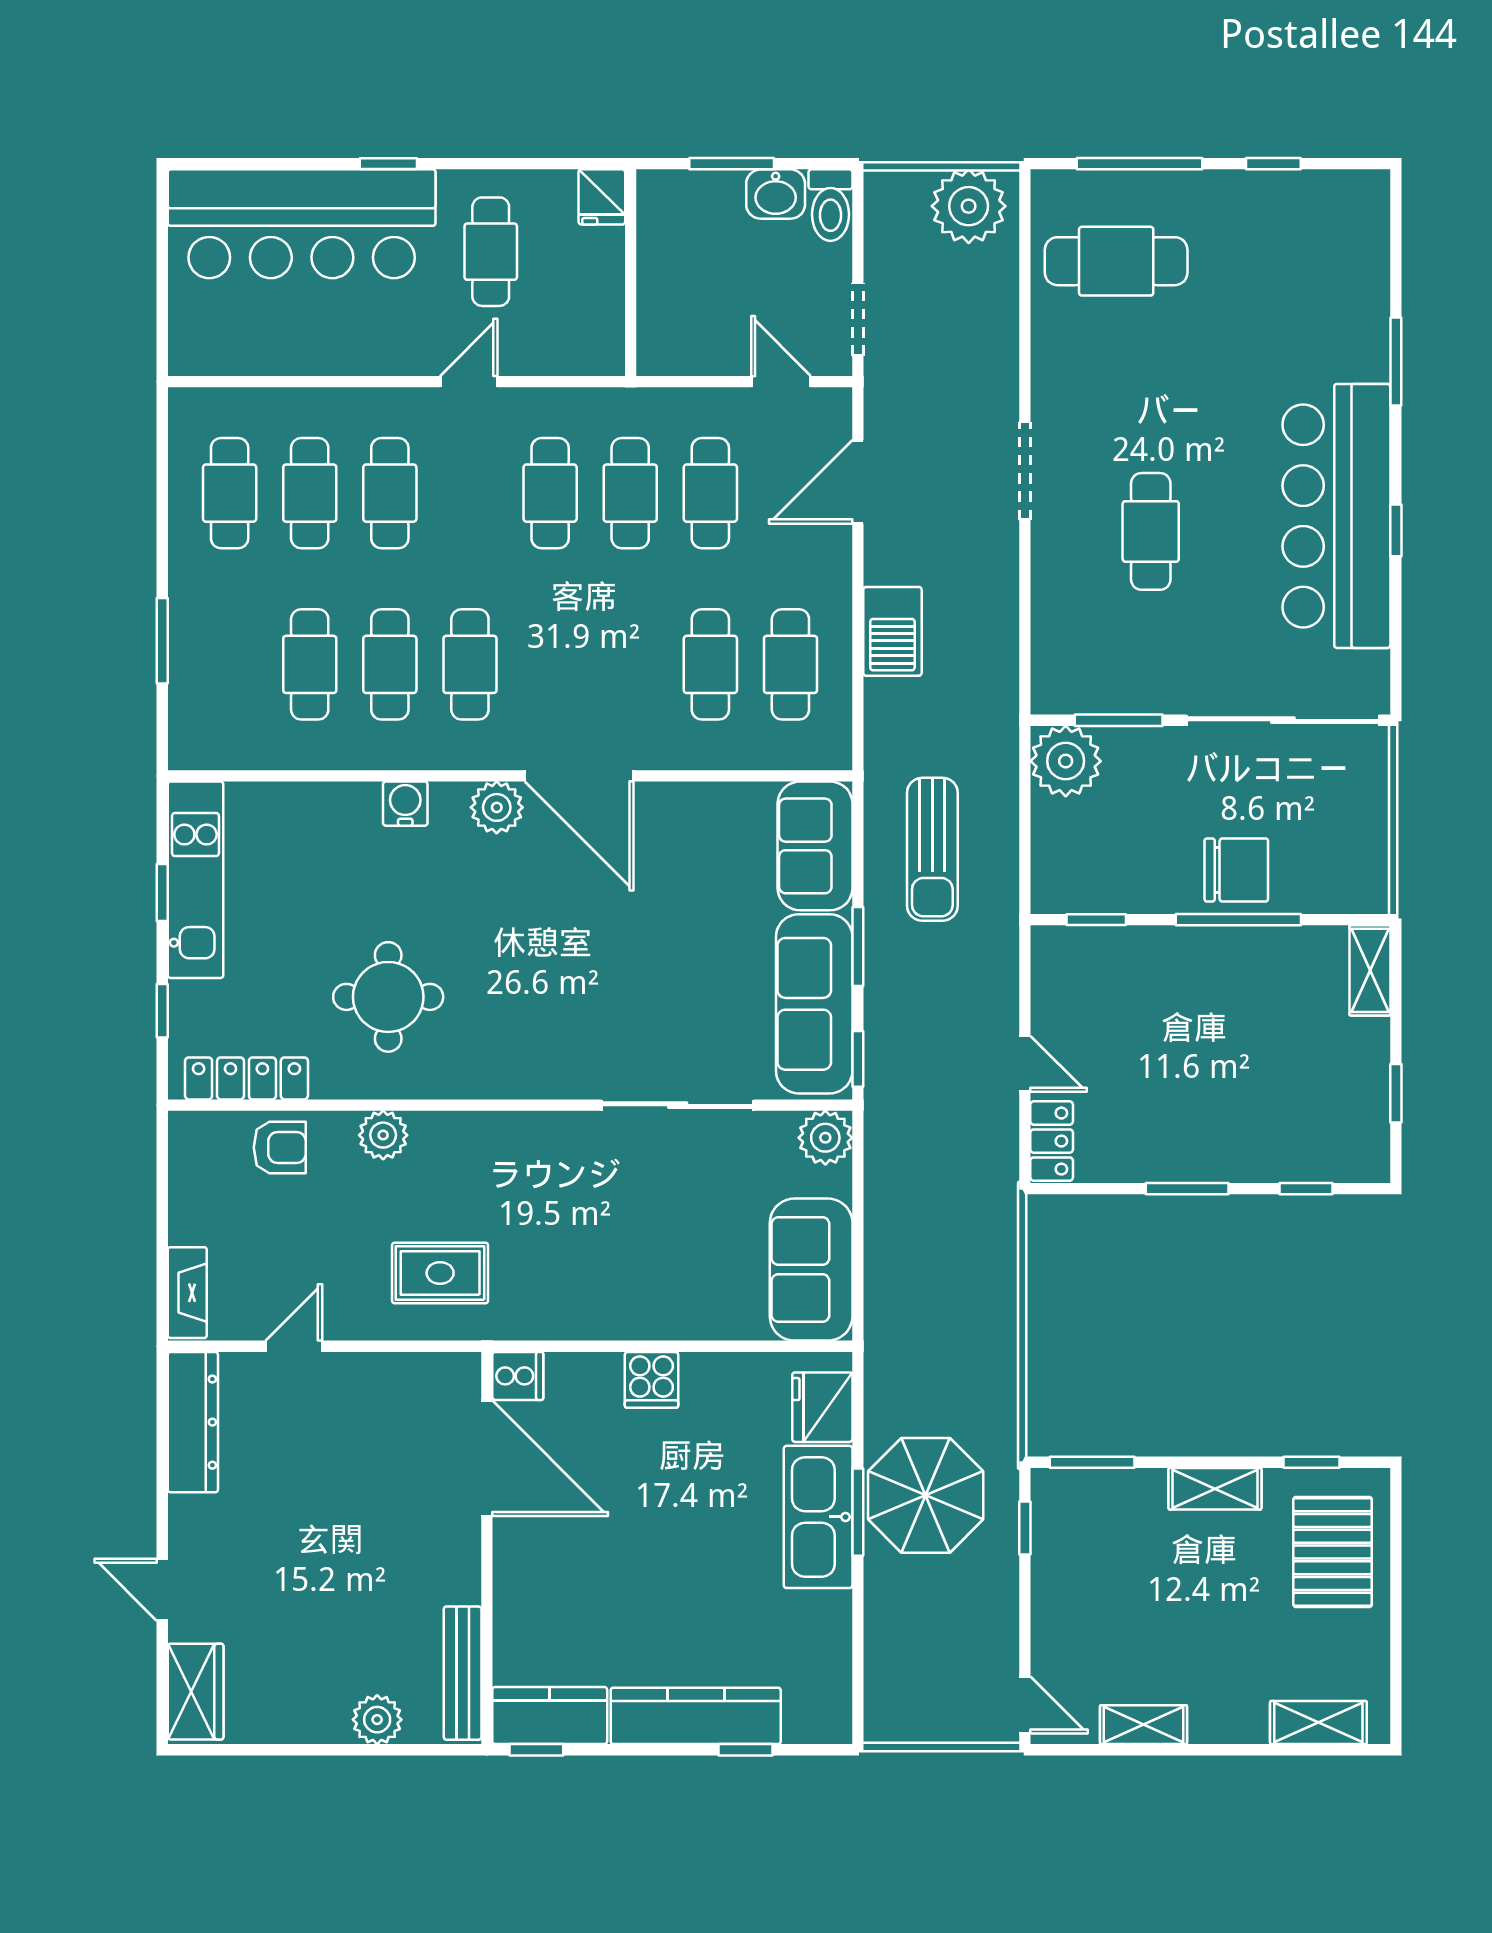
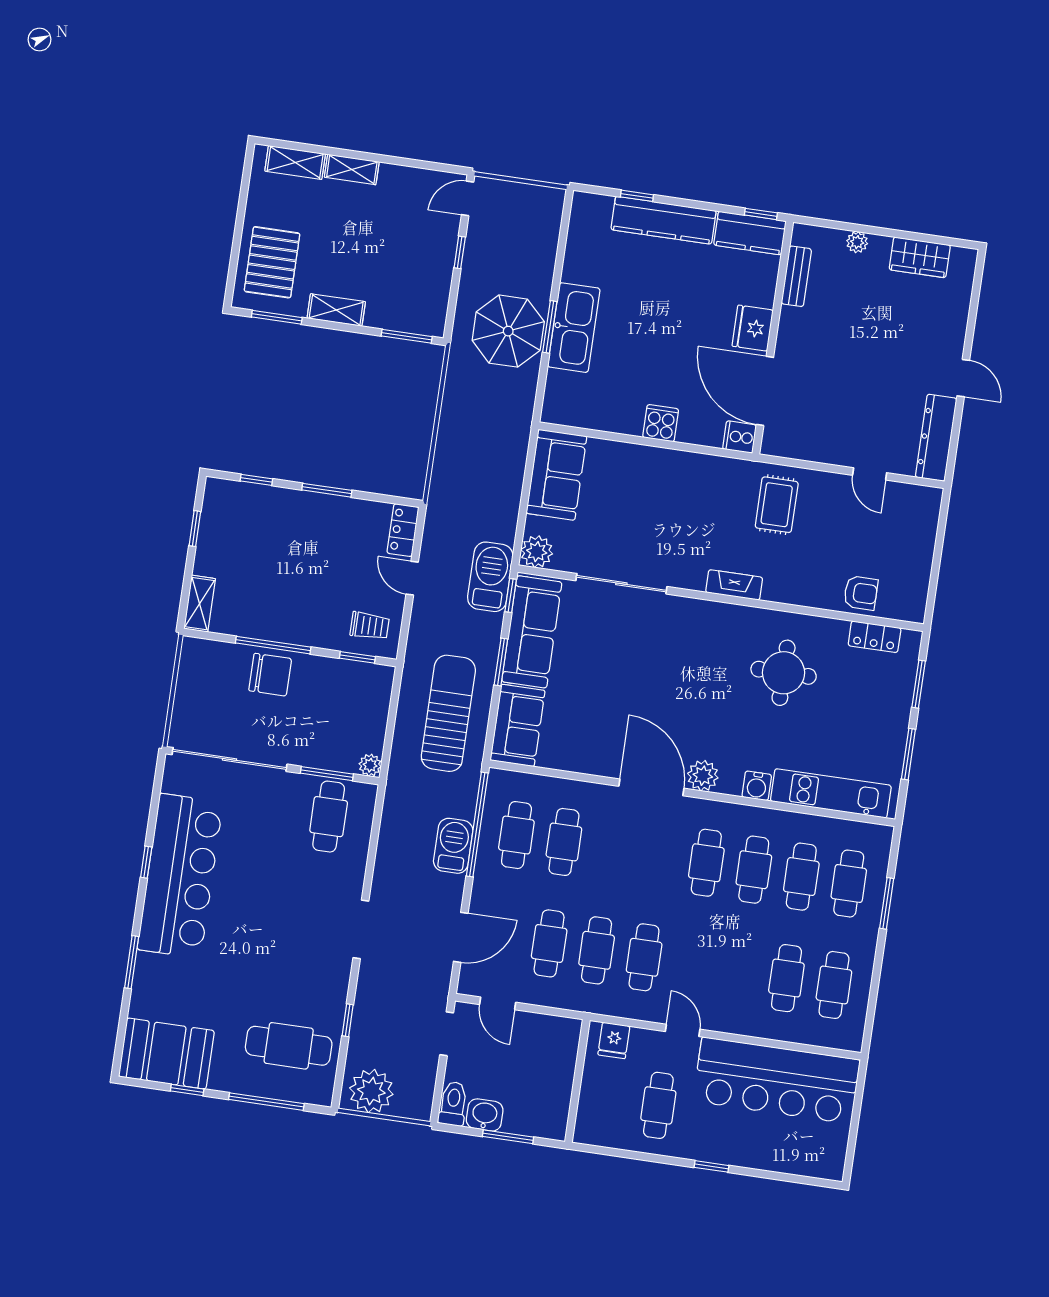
fridge: (602, 197) -> (614, 1040), moved, turned 180
booth: (1316, 219) -> (166, 1054), added
bar counter: (302, 224) -> (776, 1080), moved, turned 180
window: (1025, 317) -> (348, 1020), added
door: (469, 382) -> (683, 1030), swing flipped
cafe table: (390, 493) -> (849, 884), moved
cafe table: (1151, 531) -> (329, 817), moved
window: (858, 672) -> (477, 825), added
plant: (1066, 761) -> (370, 765), width x0.53, depth x0.53
sun lounger: (932, 849) -> (448, 713), width x1.36, depth x1.34
chair: (1236, 870) -> (270, 675), turned 180
kitchen unit: (195, 880) -> (831, 793), moved, turned 90
window: (162, 893) -> (908, 754), width x1.50
trolley: (1084, 975) -> (370, 626), added
window: (162, 1011) -> (919, 684), width x1.50
locker: (246, 1078) -> (875, 637), width x0.66
barbecue: (896, 1085) -> (490, 577), added
plant: (383, 1135) -> (798, 591), removed
armchair: (280, 1147) -> (861, 593), turned 180
rug: (440, 1273) -> (777, 505), turned 90
fireplace: (187, 1293) -> (734, 585), moved, turned 90
door: (294, 1346) -> (870, 474), hinge flipped
fridge: (822, 1407) -> (753, 328), moved, turned 180
window: (1311, 1462) -> (277, 317), width x1.50
window: (1025, 1528) -> (460, 252), moved
door: (162, 1590) -> (963, 378), moved
bench: (463, 1673) -> (796, 276), width x0.73
wardrobe: (196, 1692) -> (920, 257), moved, turned -90
door: (1025, 1705) -> (468, 198), hinge flipped
plant: (377, 1720) -> (857, 242), width x0.73, depth x0.73
shelving: (1144, 1725) -> (352, 169), moved

